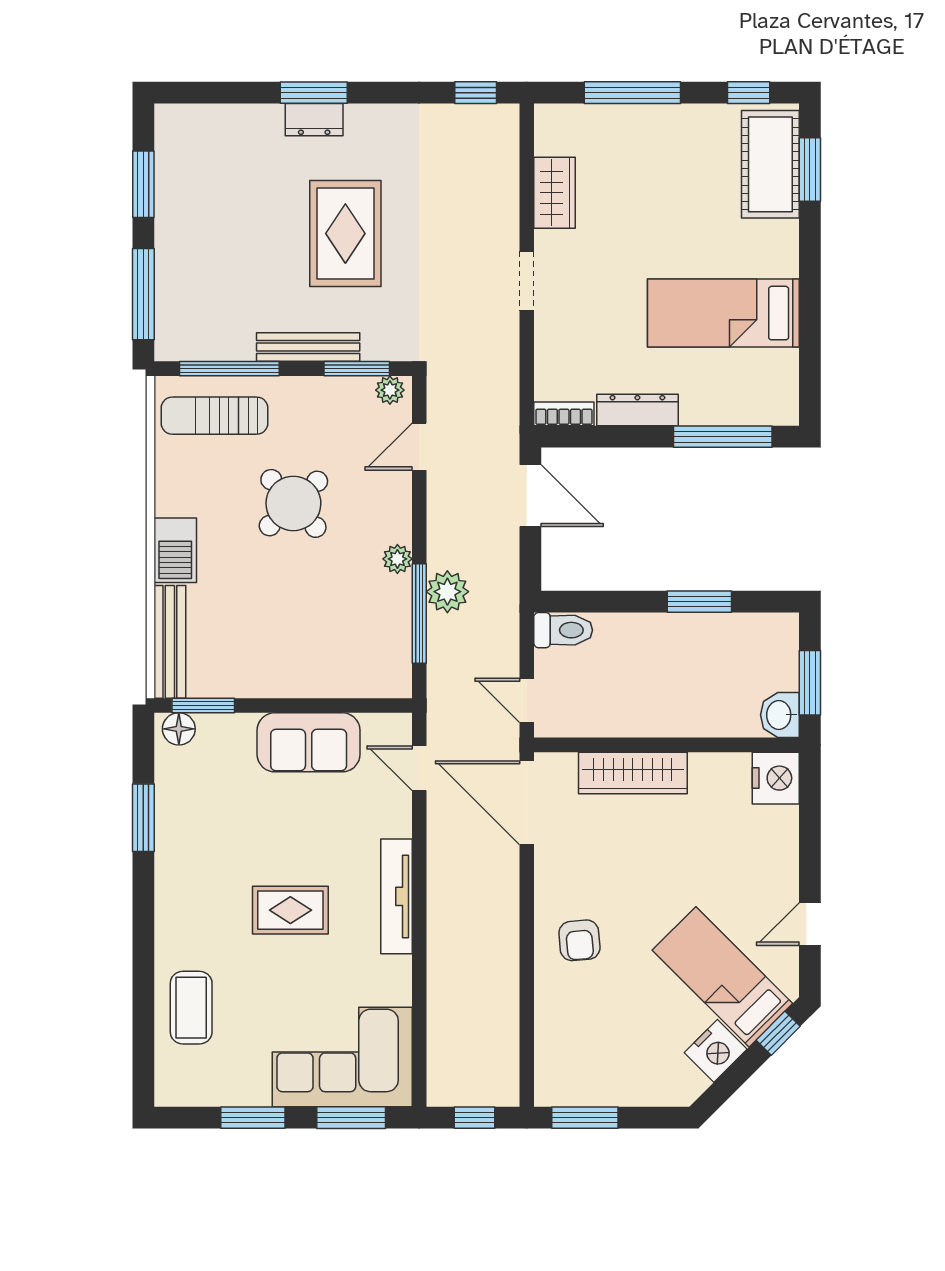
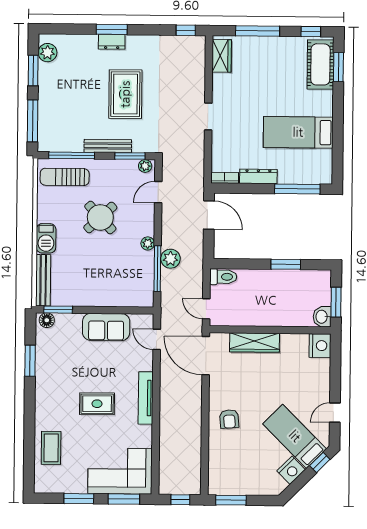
plant: (174, 145) -> (47, 53), added
wardrobe: (555, 193) -> (222, 56), moved

